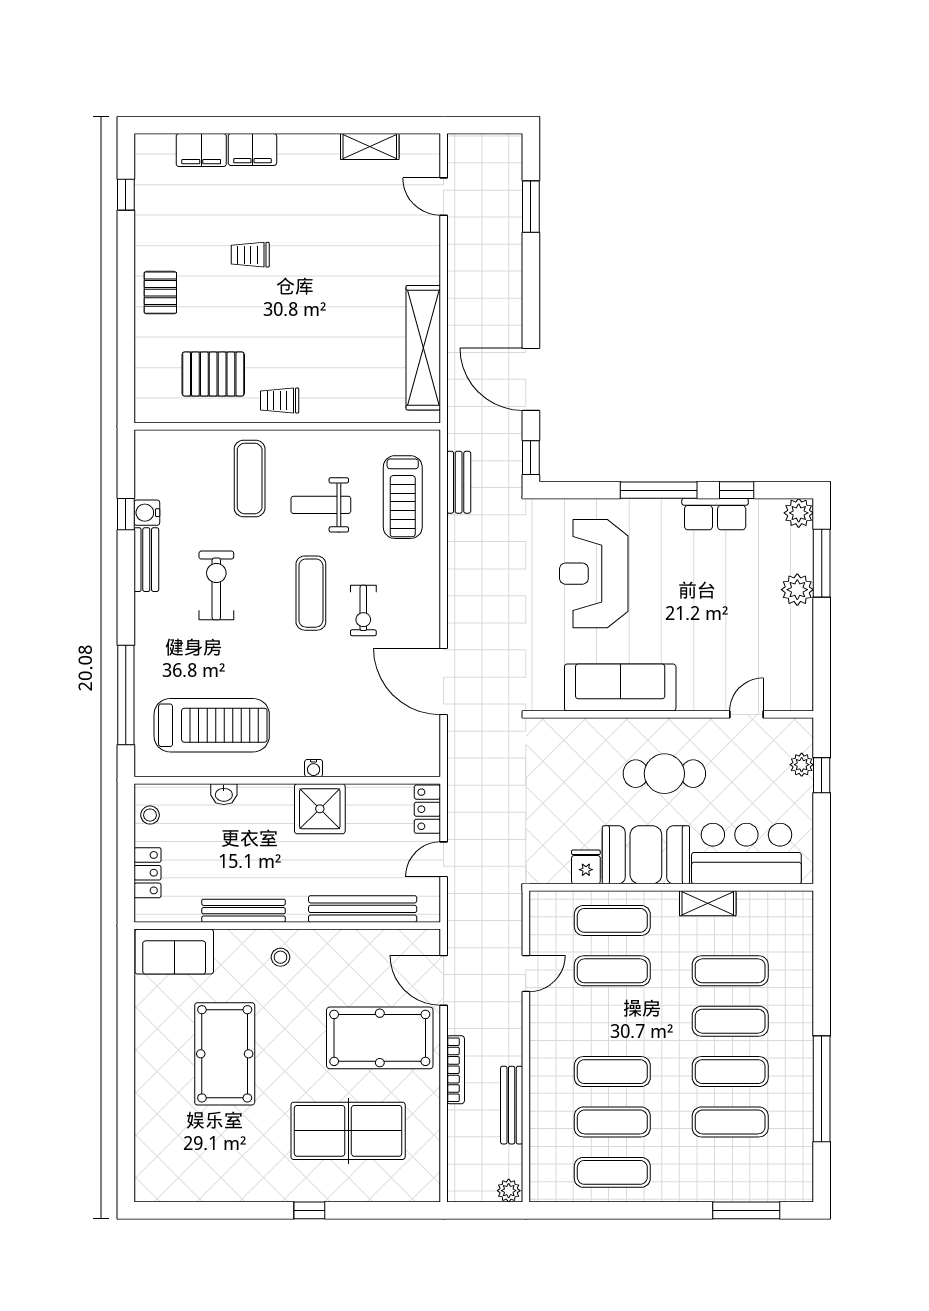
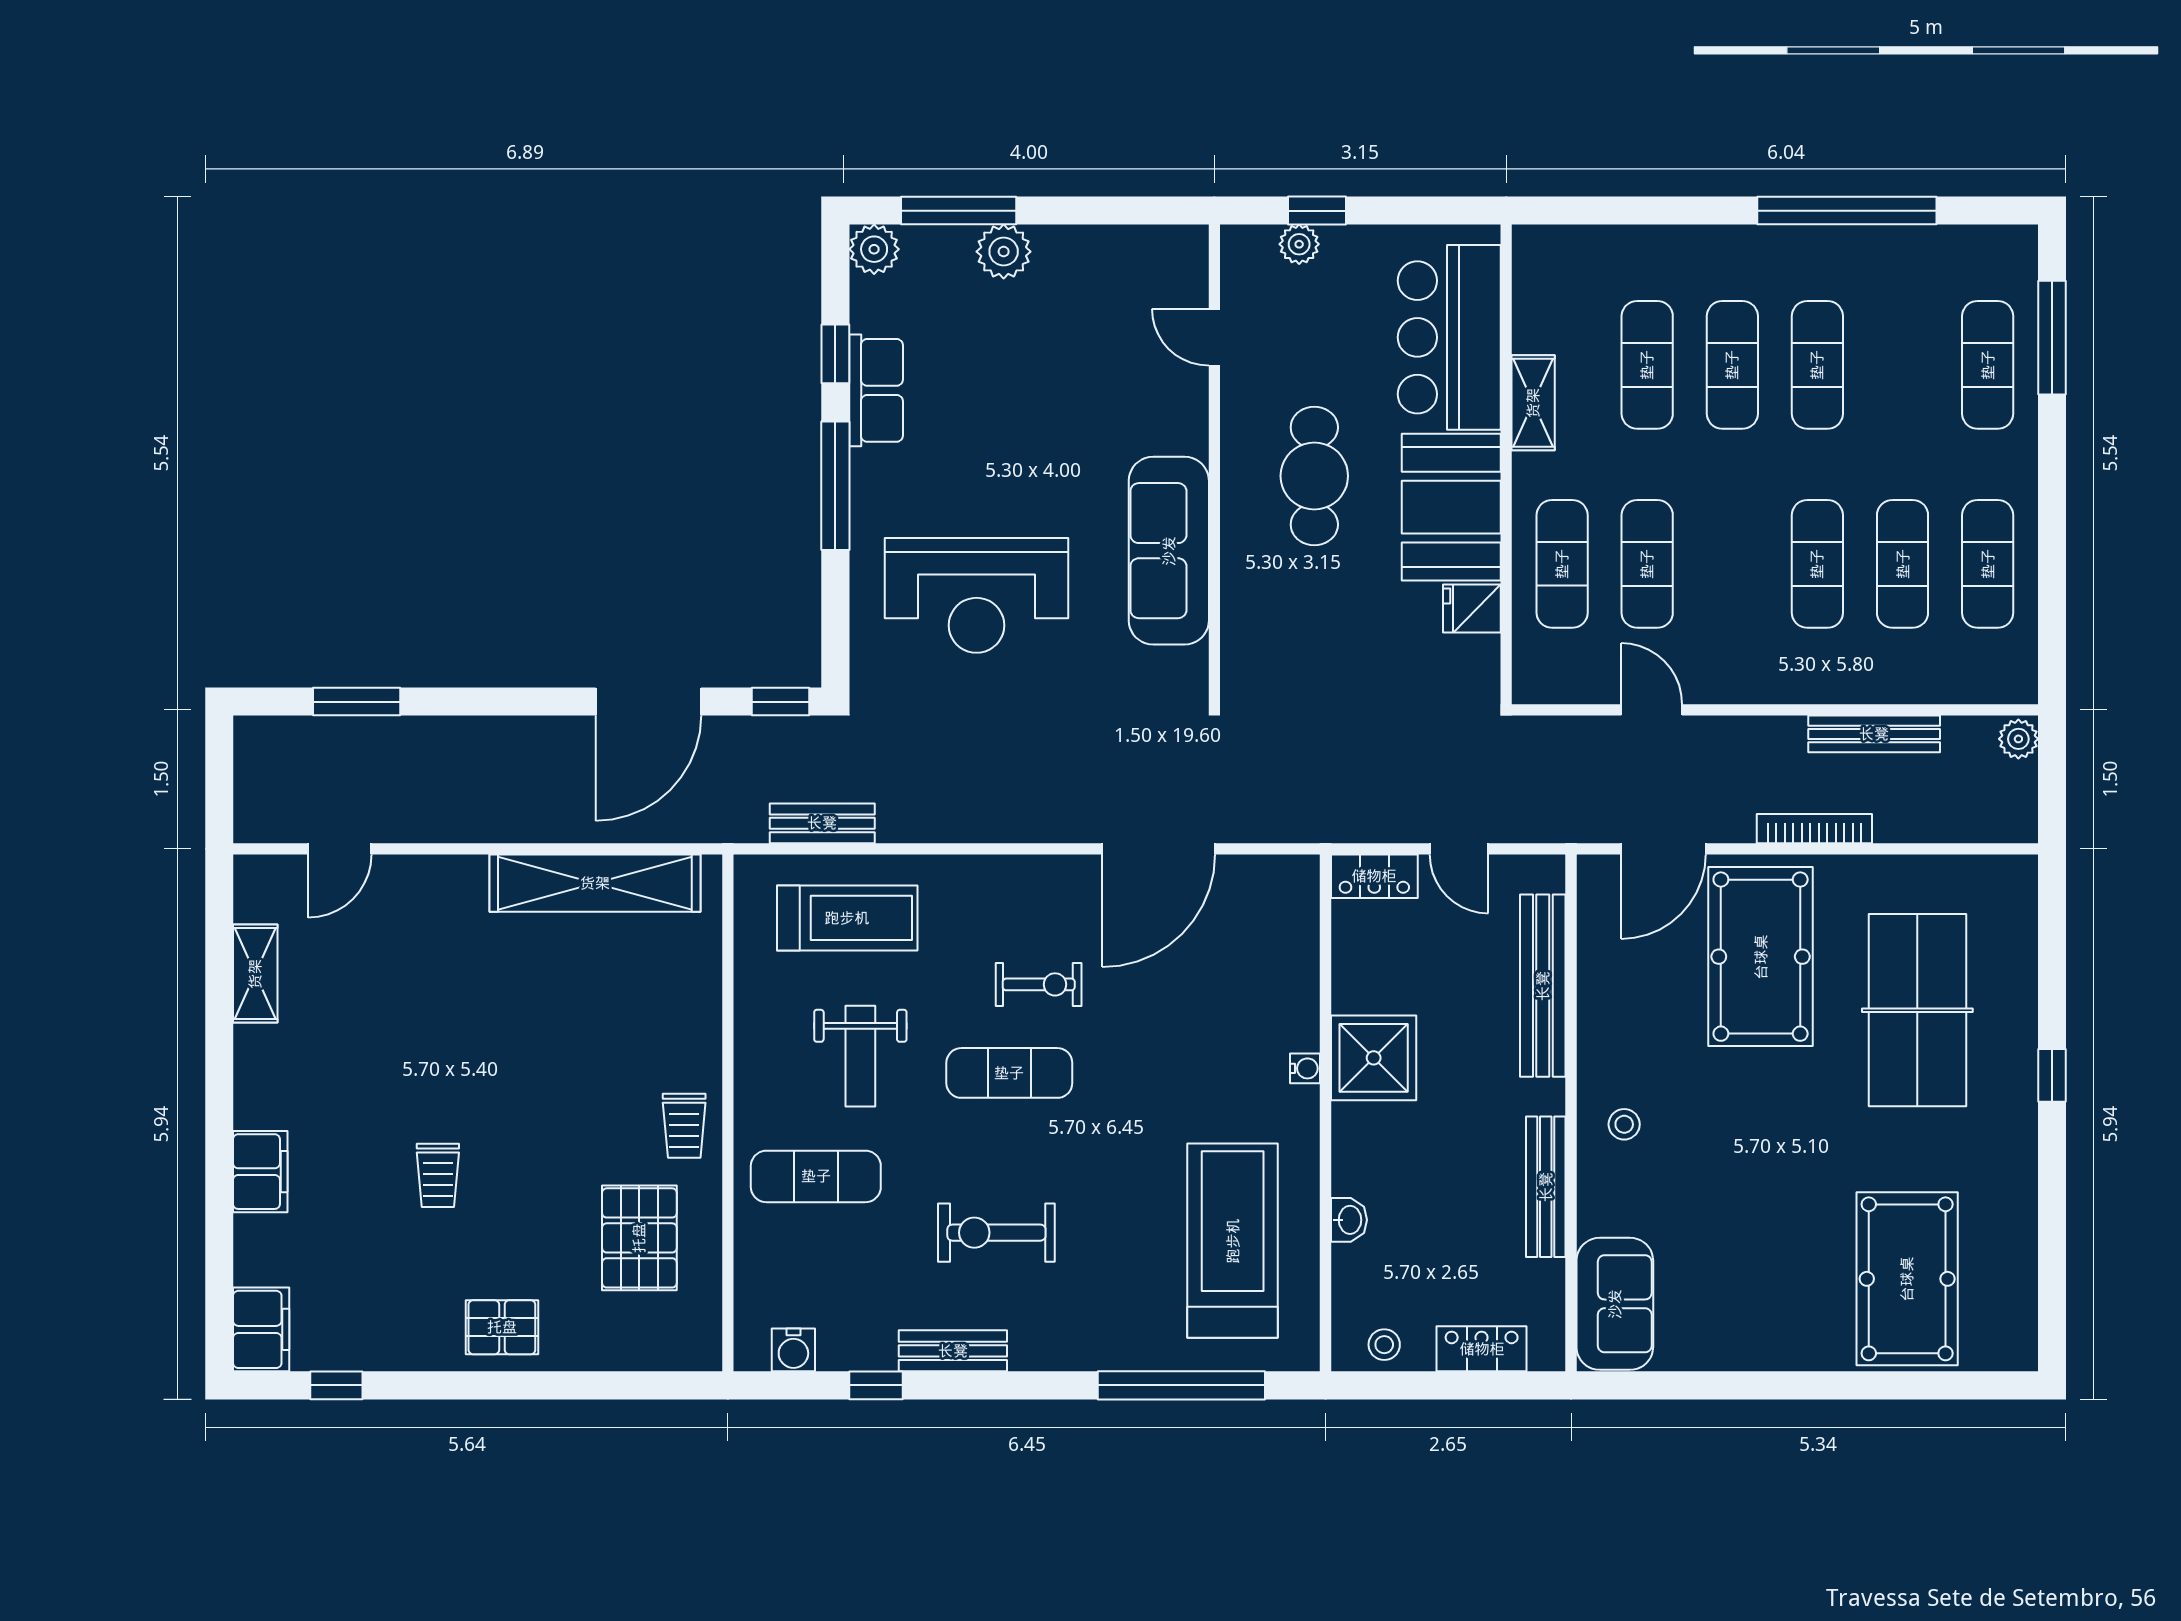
filing cabinet: (201, 150) -> (261, 1329), moved
water cooler: (147, 513) -> (793, 1350), moved
pool table: (225, 1054) -> (1907, 1279), moved, turned 90
exercise mat: (730, 1122) -> (1988, 365), moved

